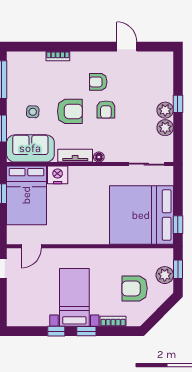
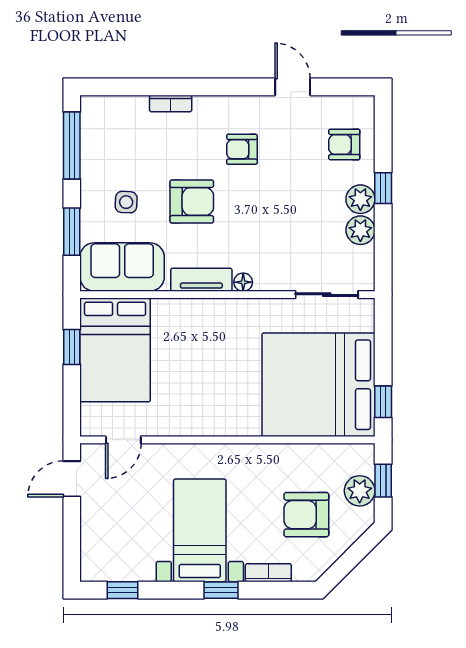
armchair: (106, 109) -> (344, 144), moved, turned 90
nightstand: (58, 175) -> (170, 314), removed
window: (56, 331) -> (123, 590), moved

